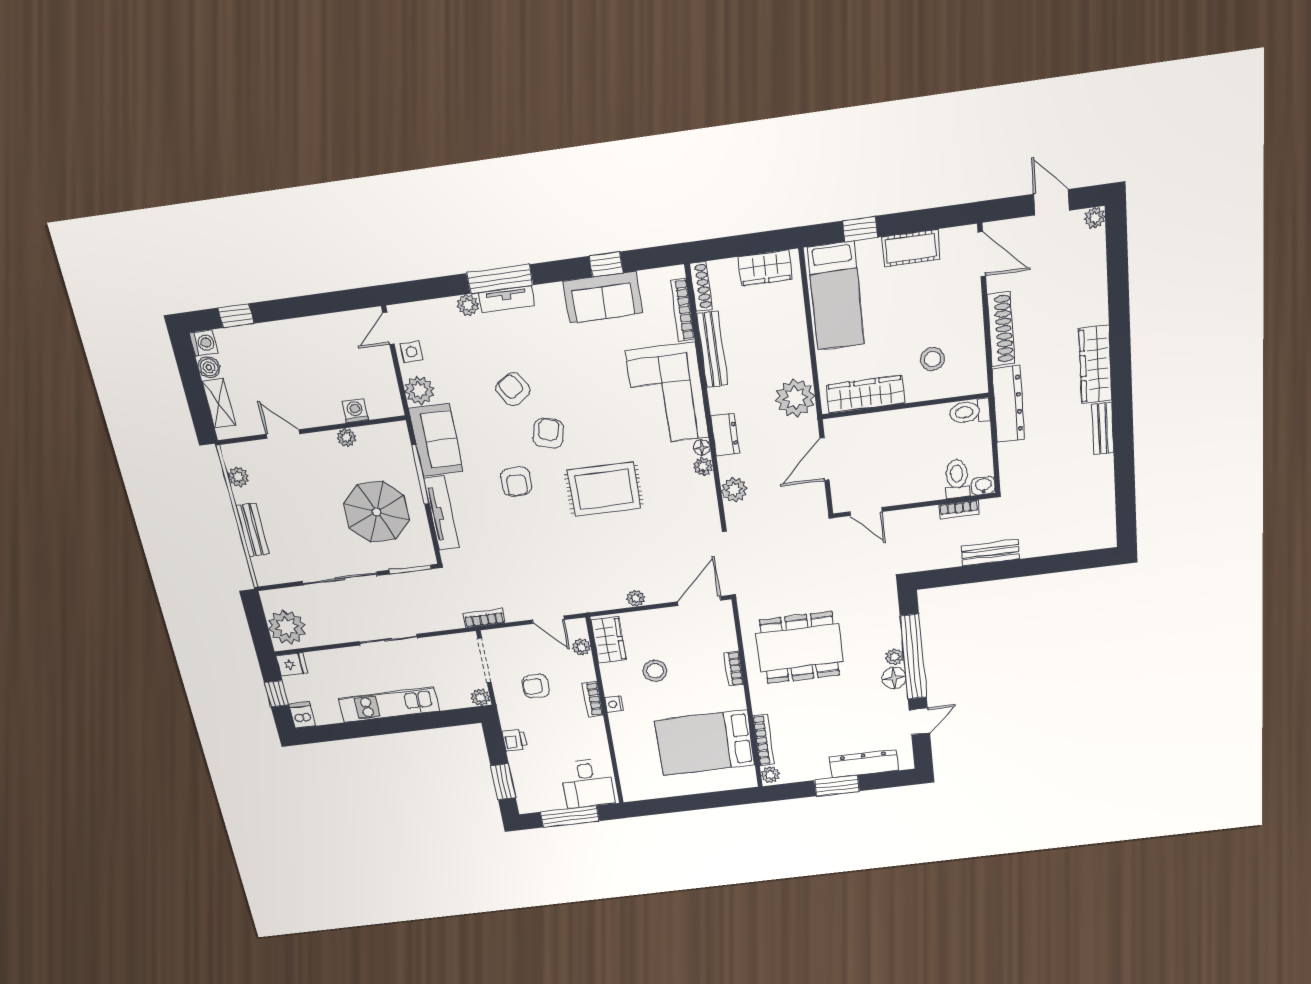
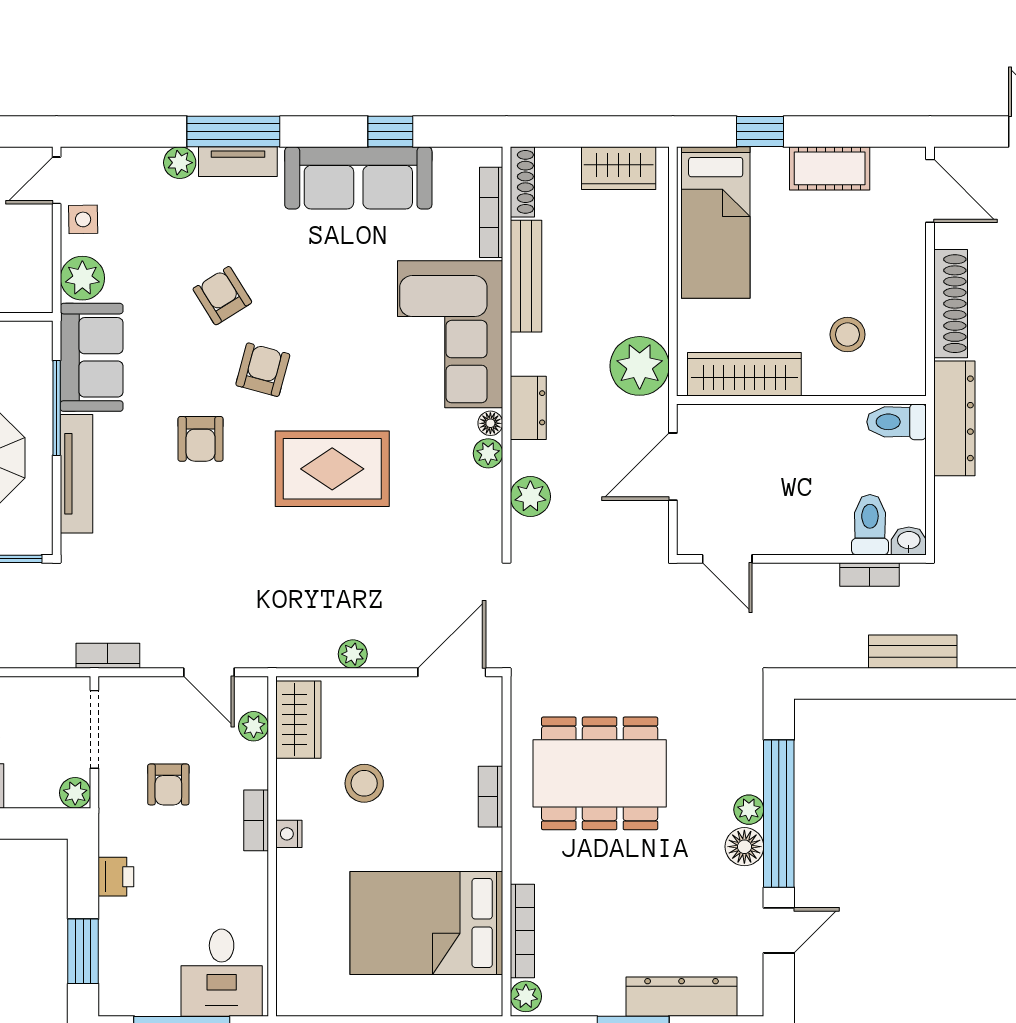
sofa: (603, 297) -> (358, 178), width x1.36
armchair: (536, 686) -> (168, 784), turned -90

